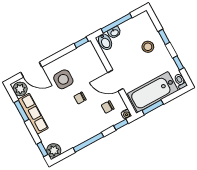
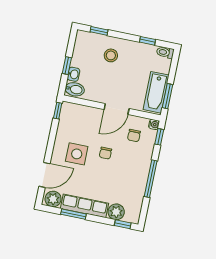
window: (116, 23) -> (67, 66), width x0.46
window: (164, 37) -> (99, 31), moved
bathtub: (153, 92) -> (156, 92), width x0.73, depth x0.73
plant: (54, 150) -> (116, 212), moved

